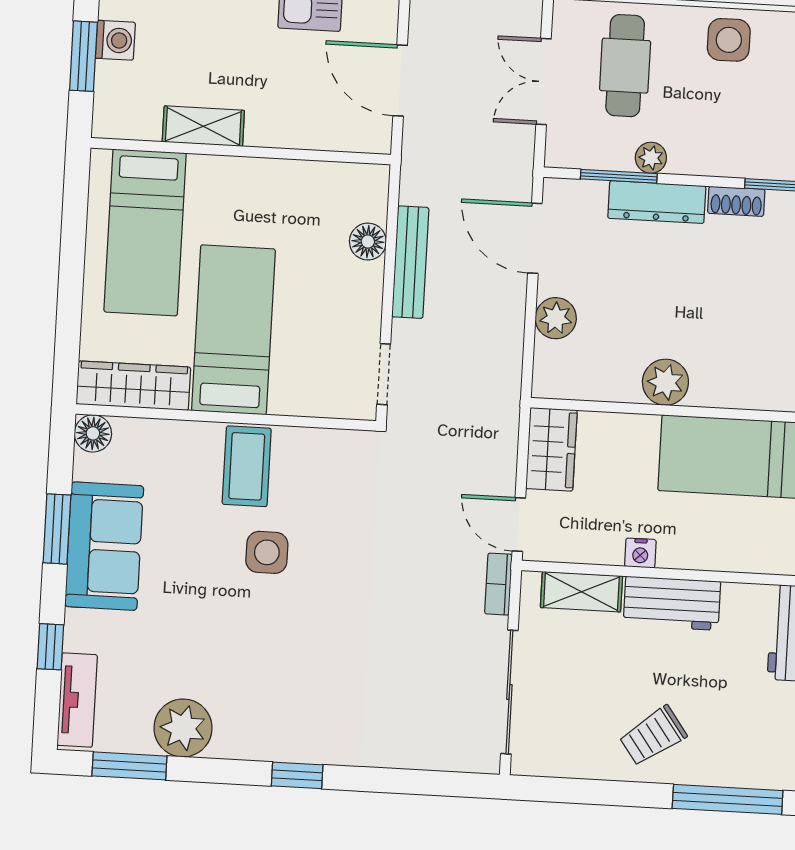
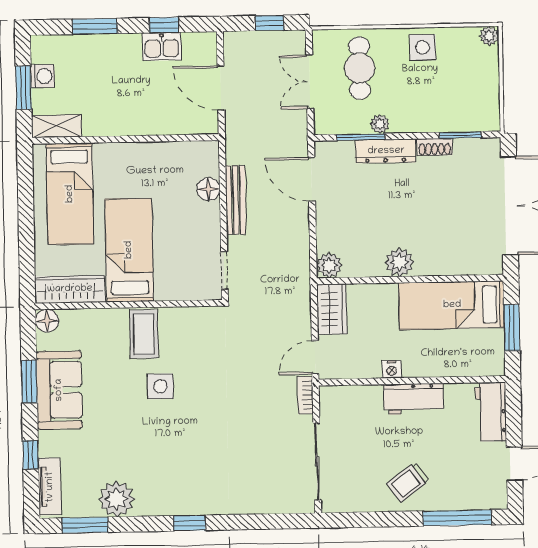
shelving: (203, 126) -> (57, 126), moved
plant: (556, 318) -> (329, 265), moved
door: (519, 525) -> (315, 357), hinge flipped
shelving: (581, 592) -> (357, 396), removed

